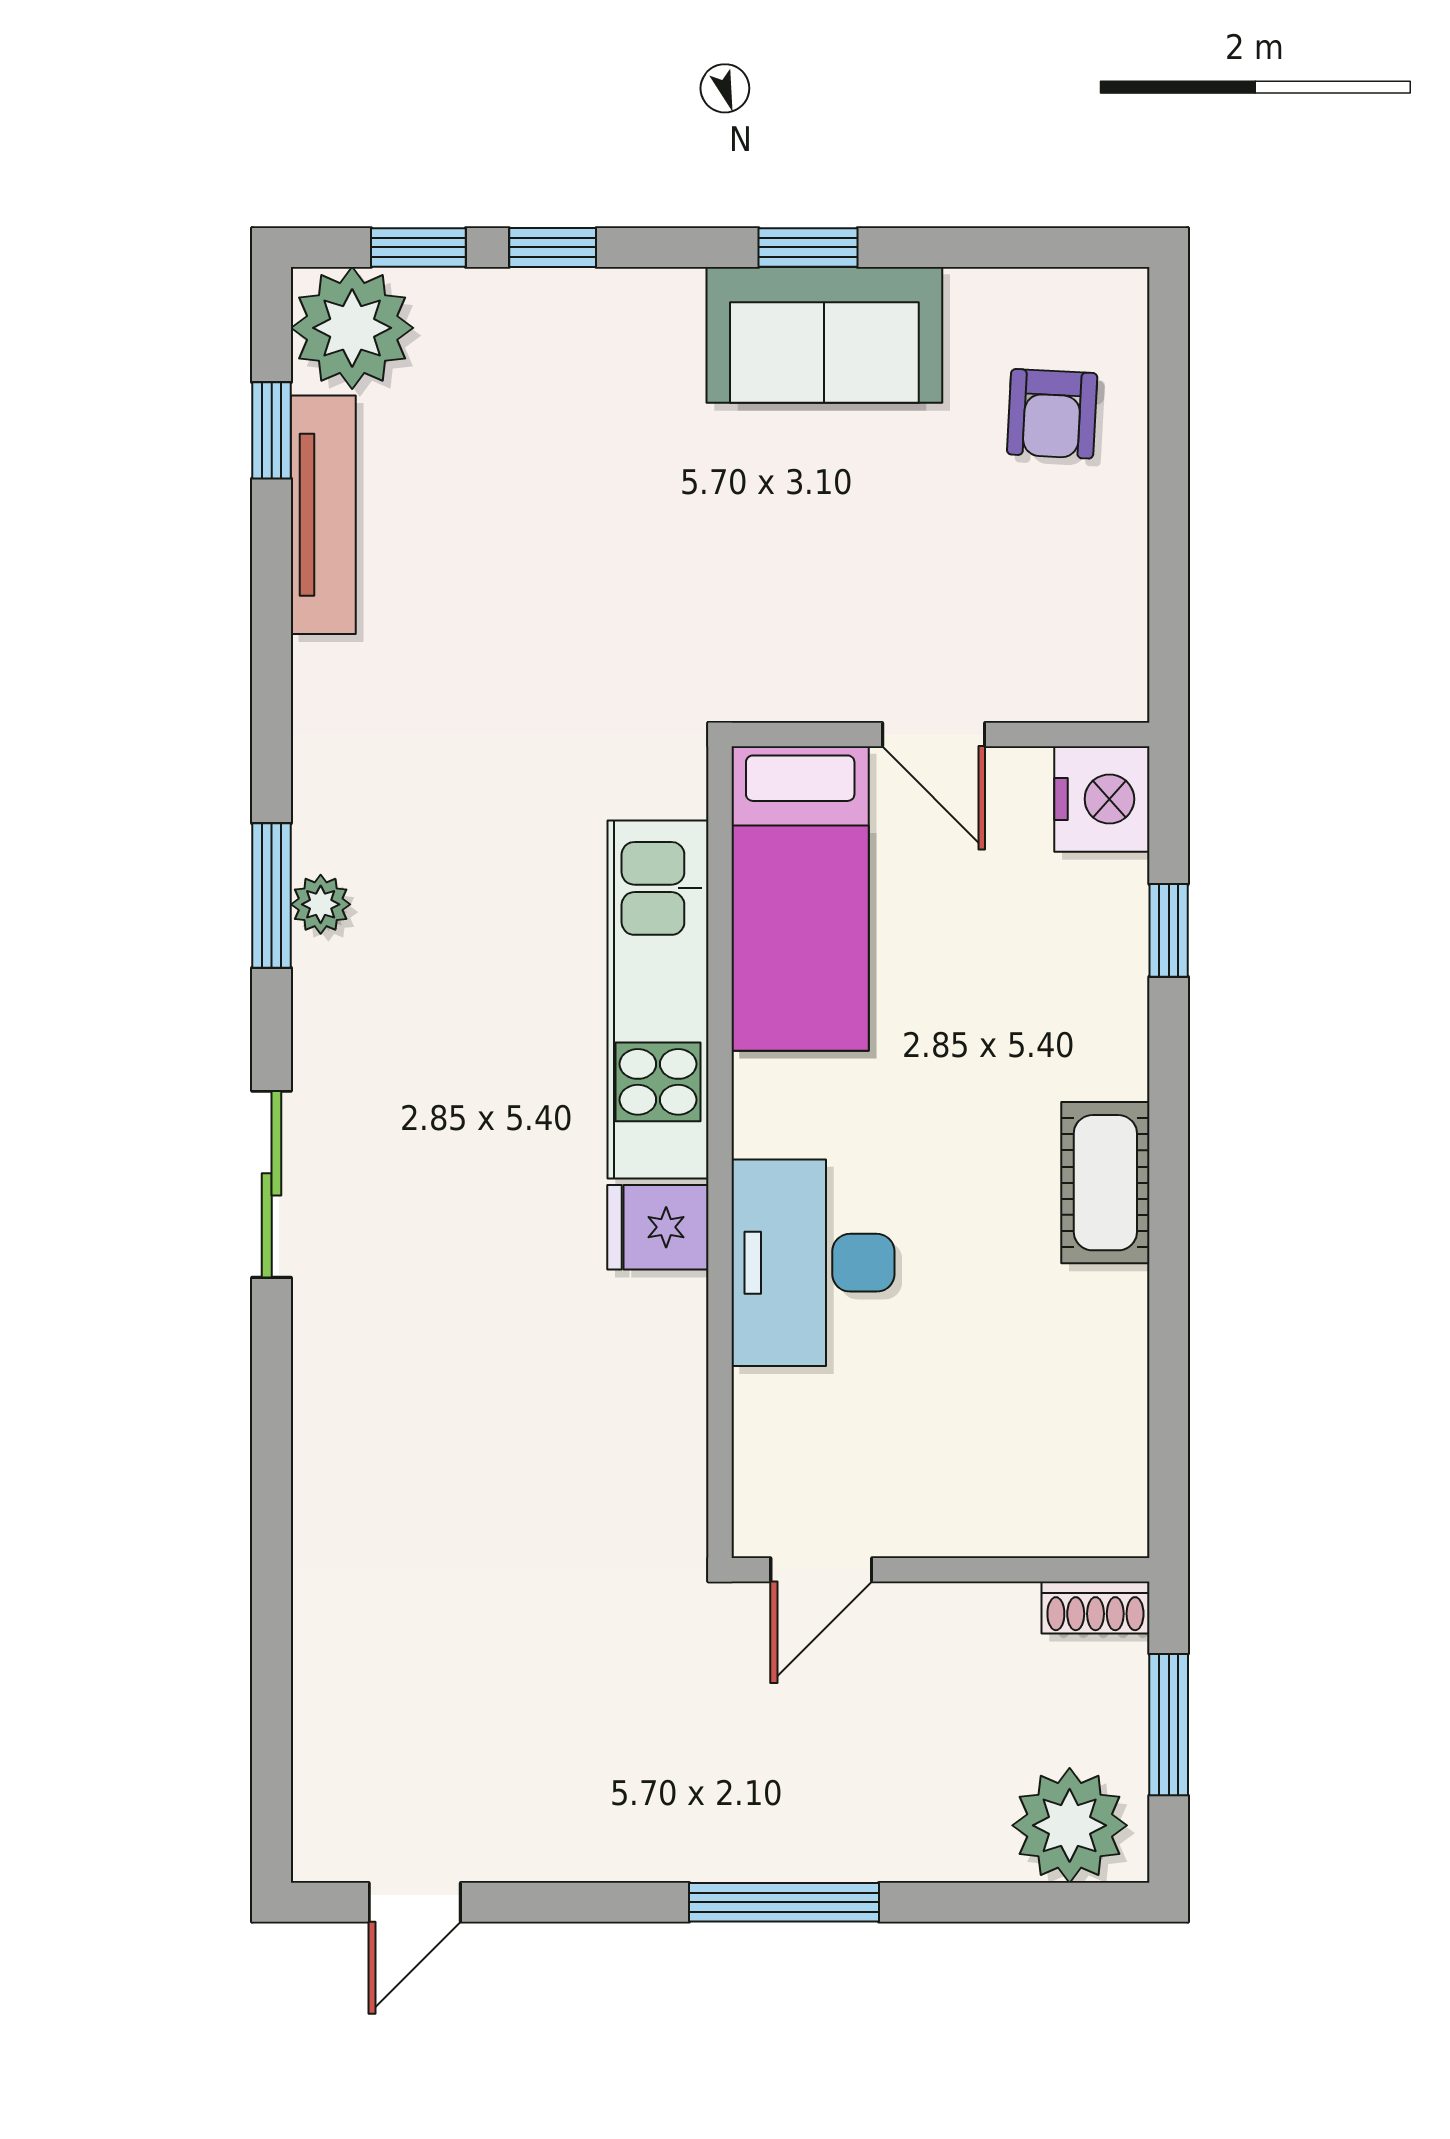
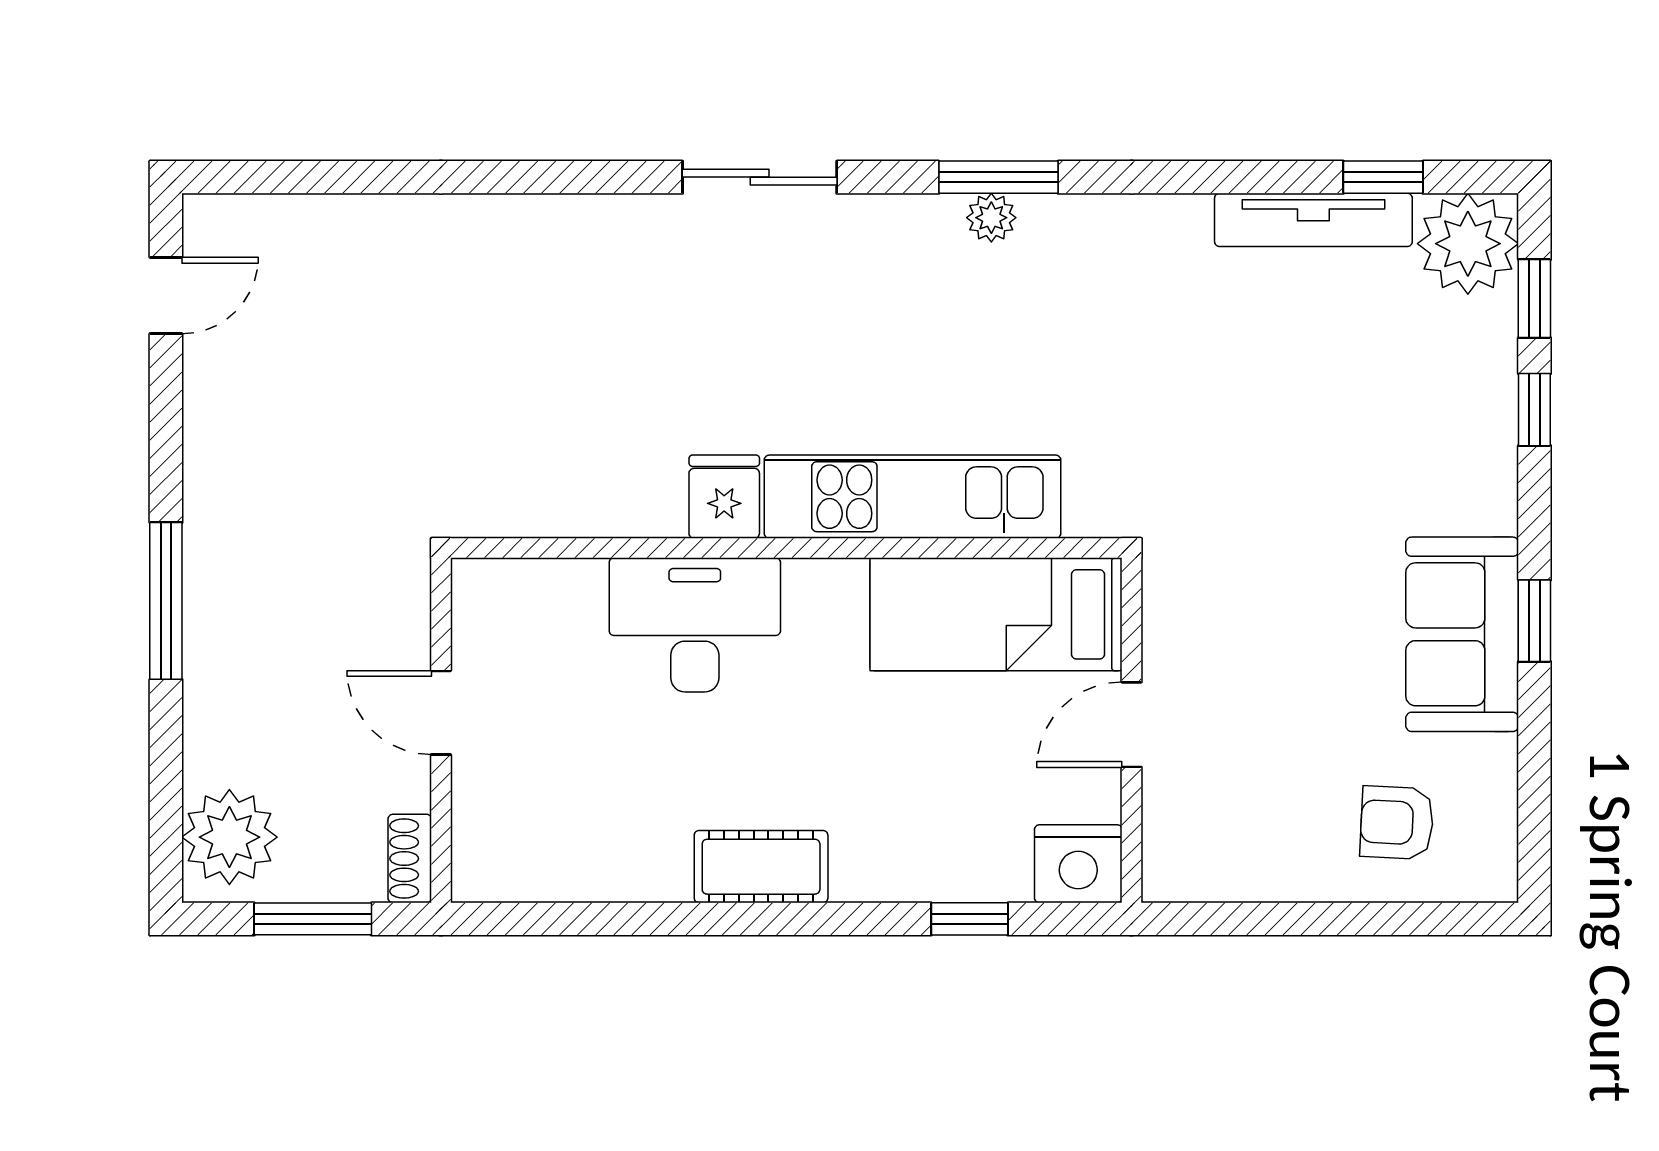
door: (821, 1570) -> (441, 713), moved
door: (415, 1902) -> (166, 295), swing flipped

